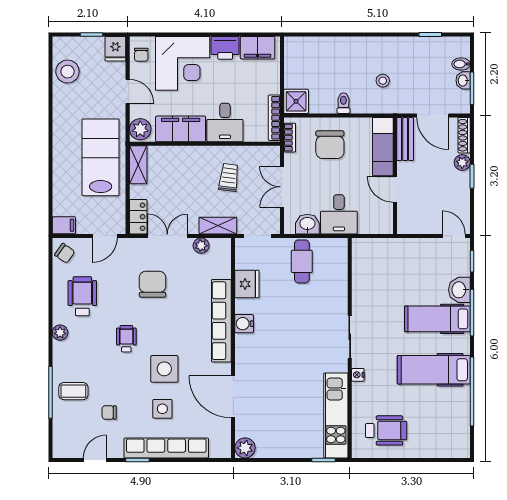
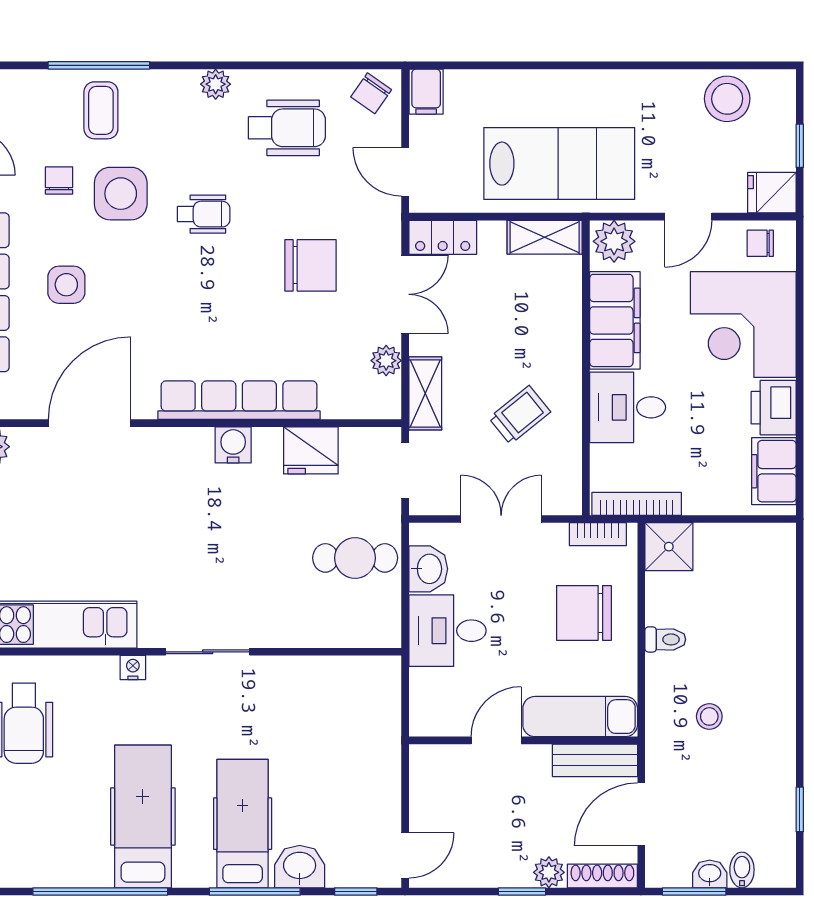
trolley: (229, 177) -> (520, 415), turned -46
side table: (164, 369) -> (121, 194), moved

